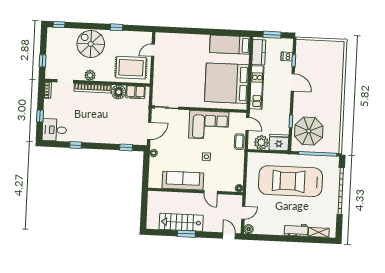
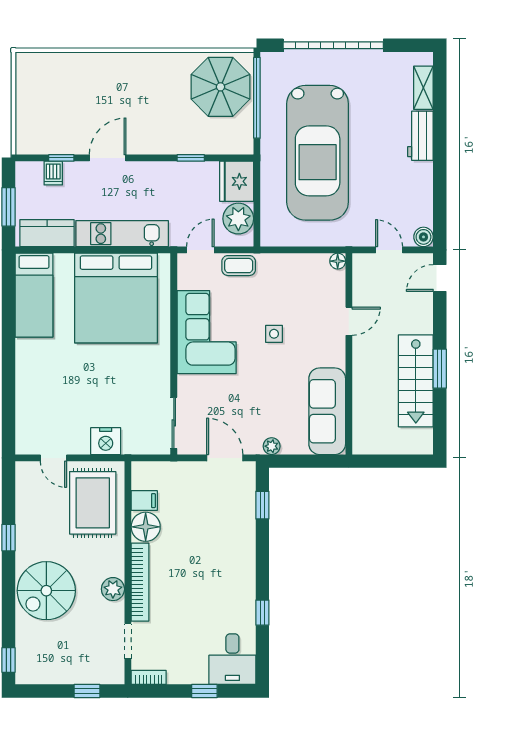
nightstand: (160, 75) -> (106, 441), added
filing cabinet: (135, 92) -> (144, 501), width x0.50
parasol: (309, 131) -> (221, 87), moved
sofa: (183, 181) -> (327, 411), moved

